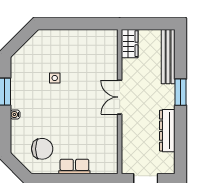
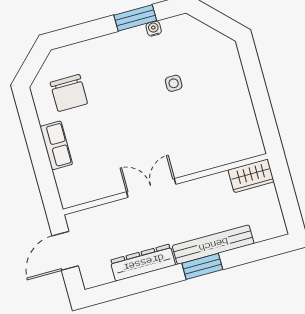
bench: (168, 57) -> (213, 245), moved
double door: (120, 97) -> (151, 188), moved
water cooler: (15, 115) -> (154, 29), moved

